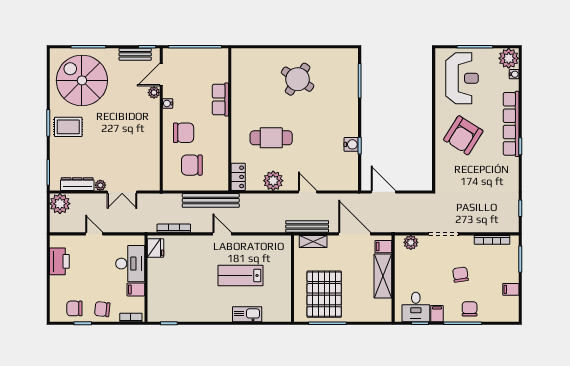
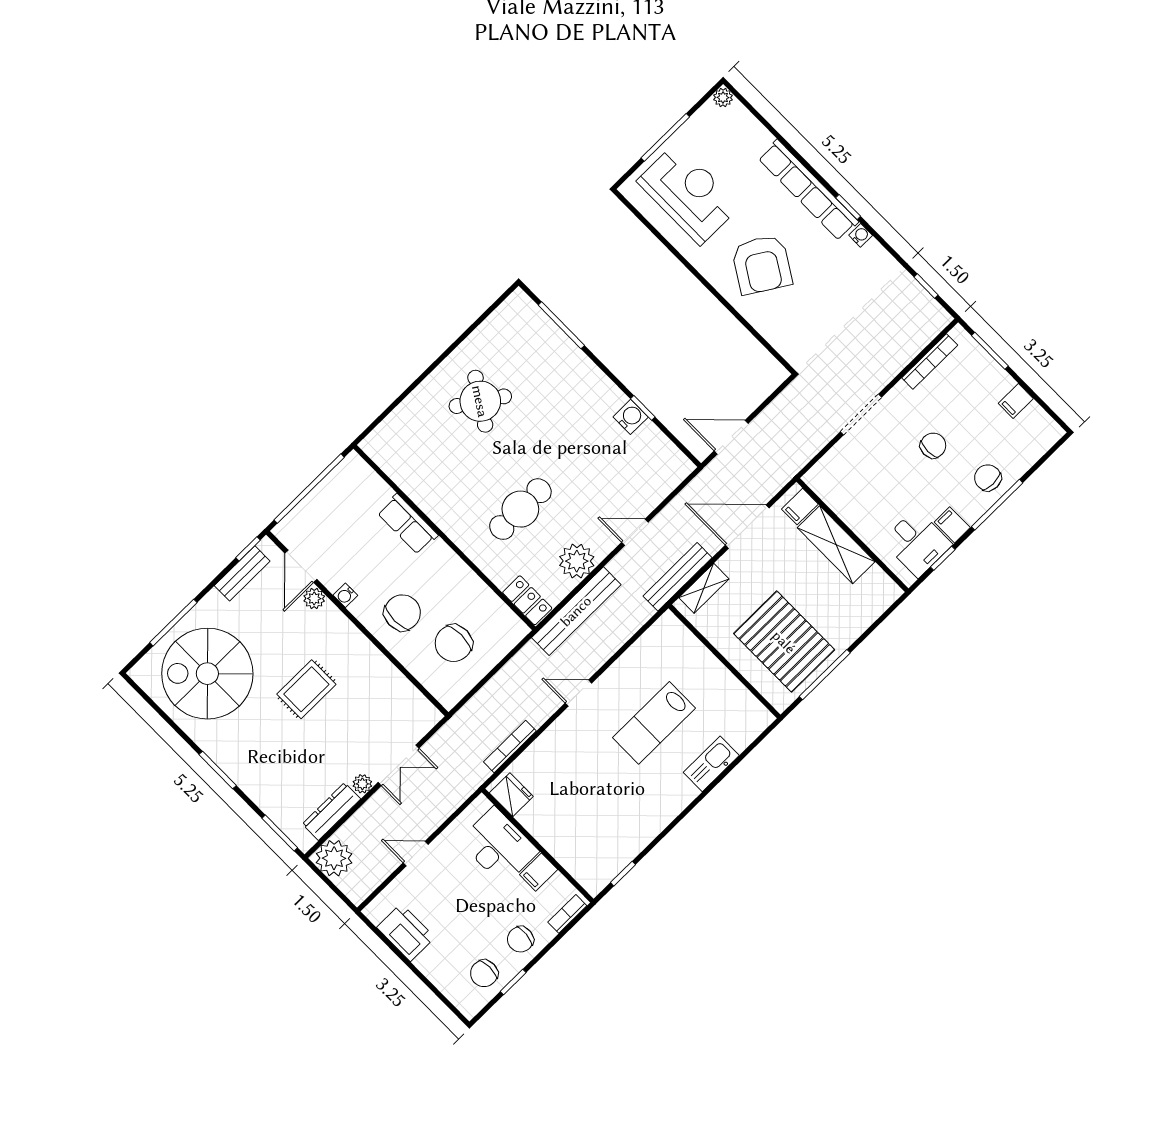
plant: (509, 58) -> (723, 97), width x0.53, depth x0.53
water cooler: (514, 74) -> (861, 235), moved
rug: (68, 127) -> (306, 689), moved
bench: (211, 200) -> (576, 611), moved
plant: (411, 242) -> (830, 467), removed
chair: (460, 275) -> (933, 446), turned 98

